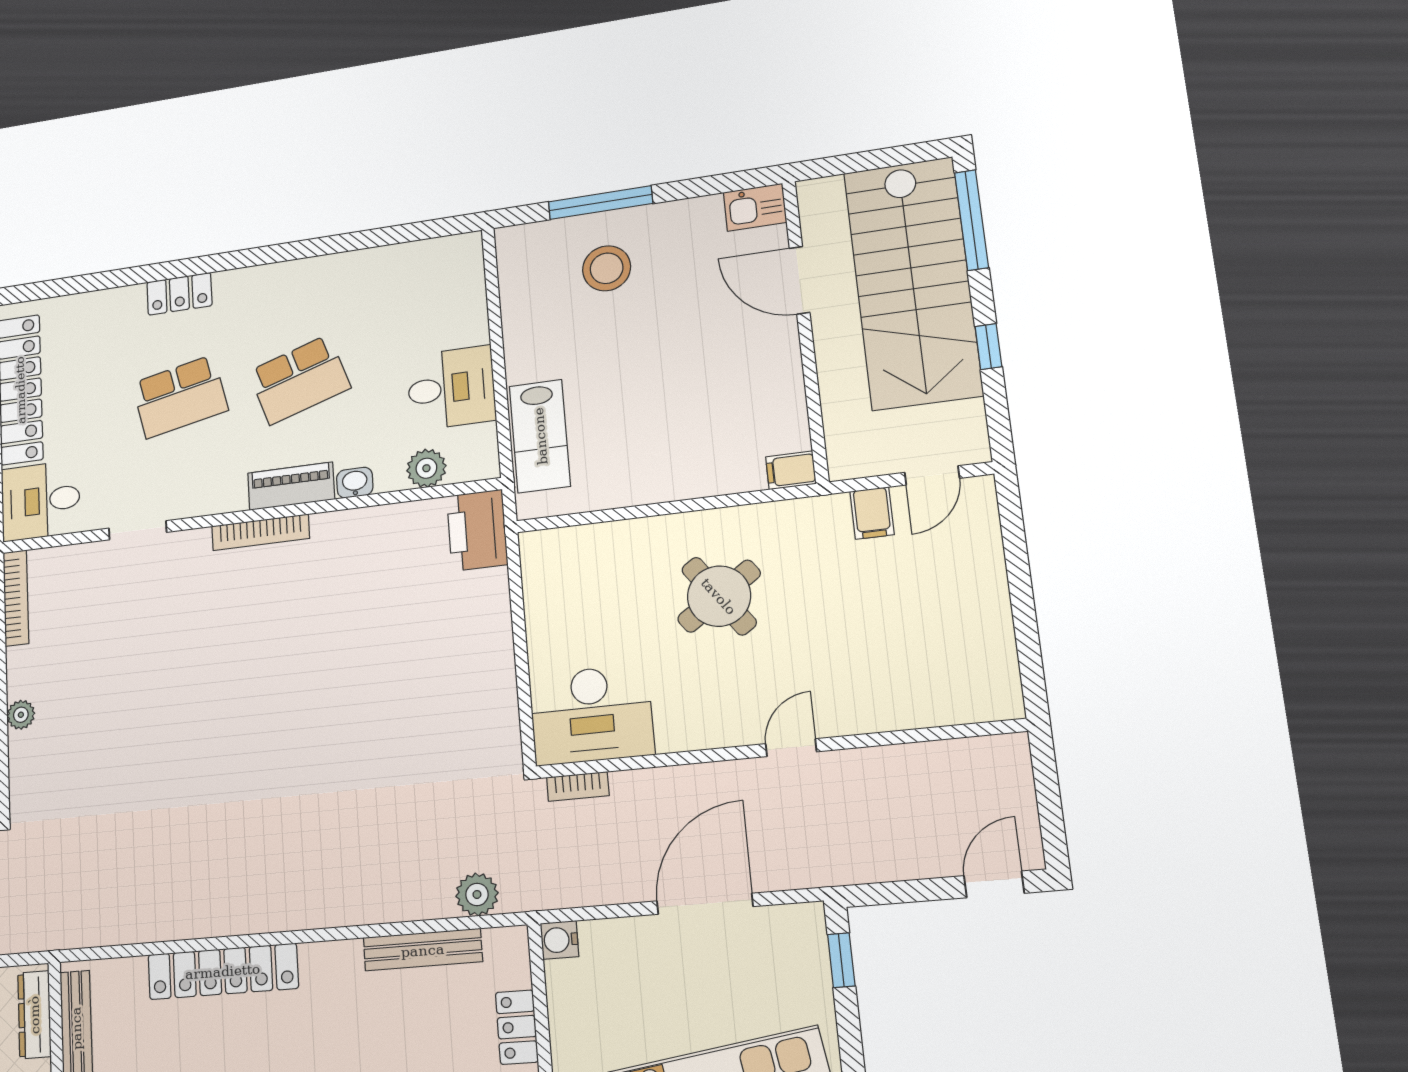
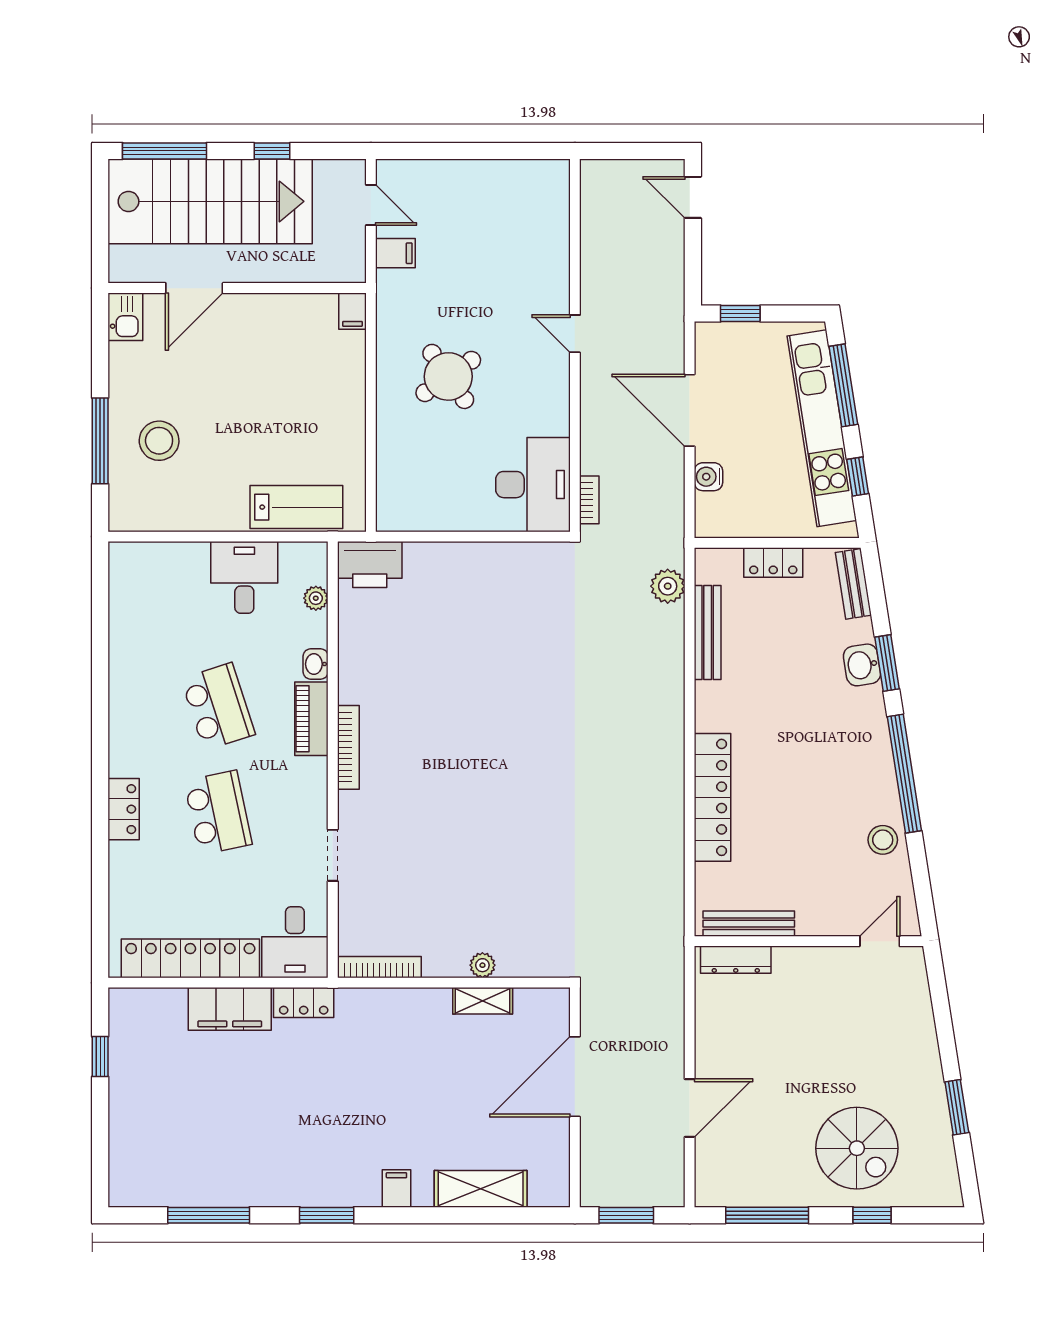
plant: (426, 468) -> (316, 598), width x0.73, depth x0.73
water cooler: (559, 940) -> (708, 477), moved, turned 90

